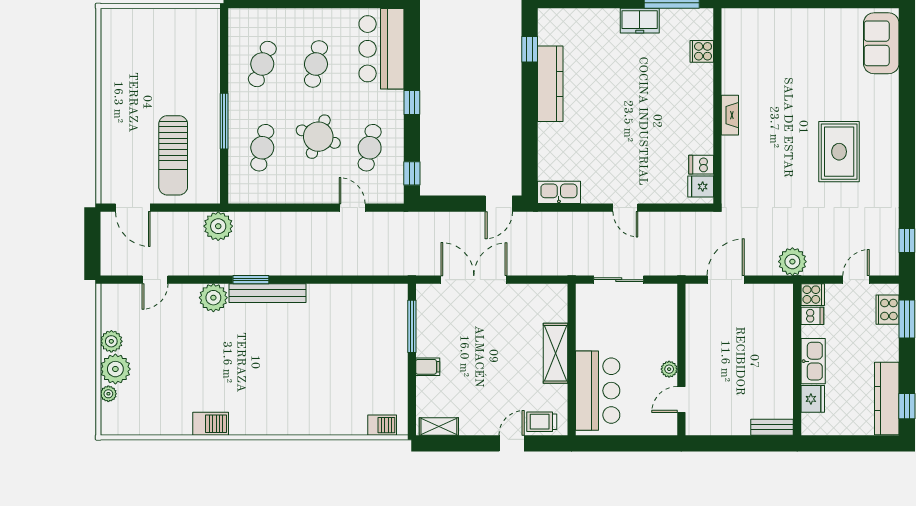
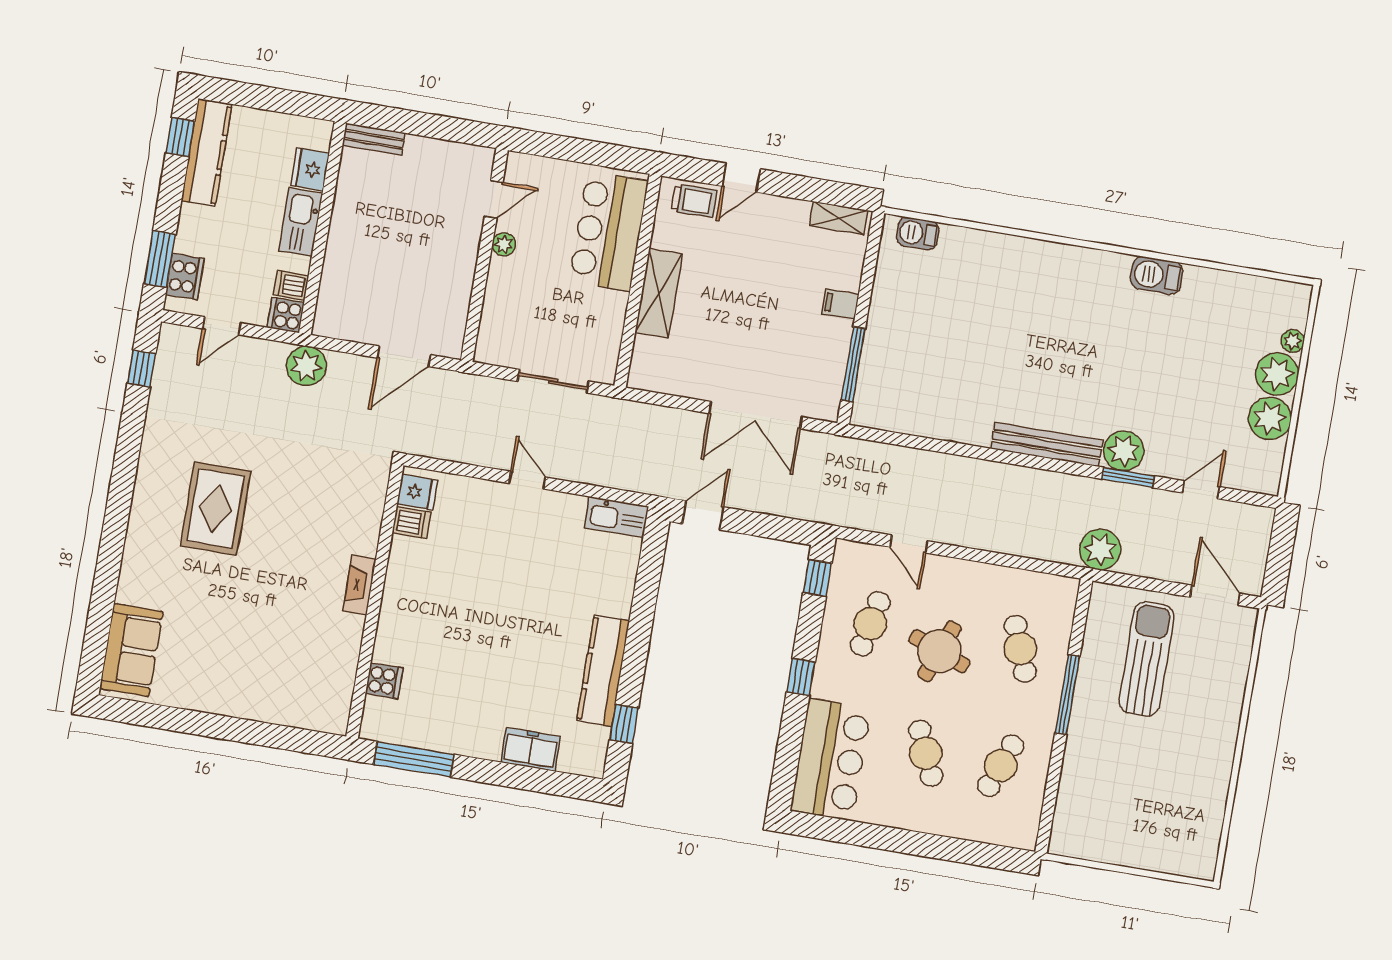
freezer: (640, 21) -> (531, 749), moved
cafe table: (316, 64) -> (926, 753), turned -36
cafe table: (262, 148) -> (1020, 649), turned -33
window: (251, 280) -> (1128, 478), moved
plant: (111, 341) -> (1270, 418), width x1.36, depth x1.36

